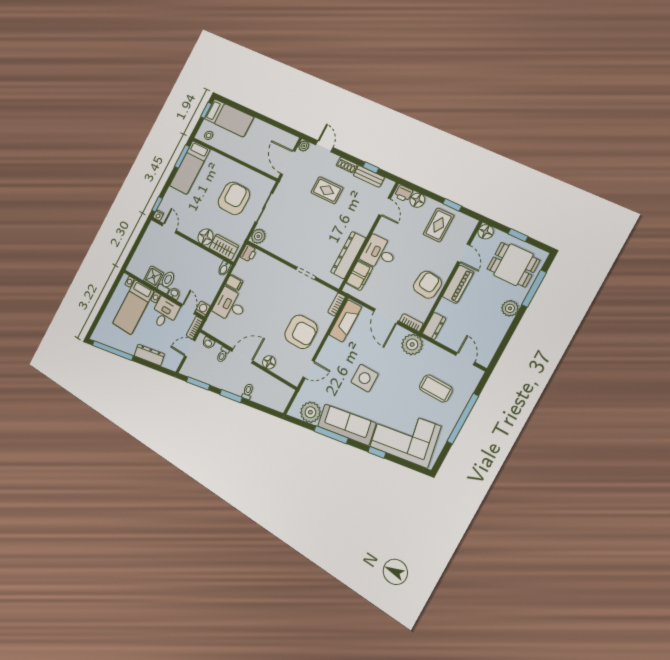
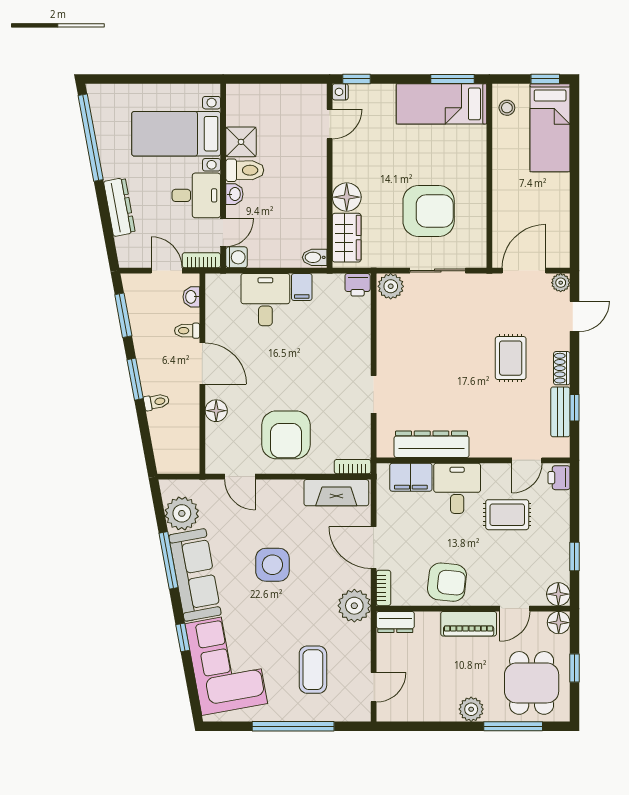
floor lamp: (417, 200) -> (558, 594), moved
rug: (439, 225) -> (507, 515), moved
door: (386, 316) -> (374, 548), hinge flipped

